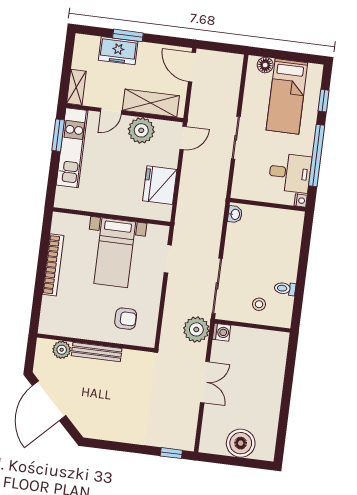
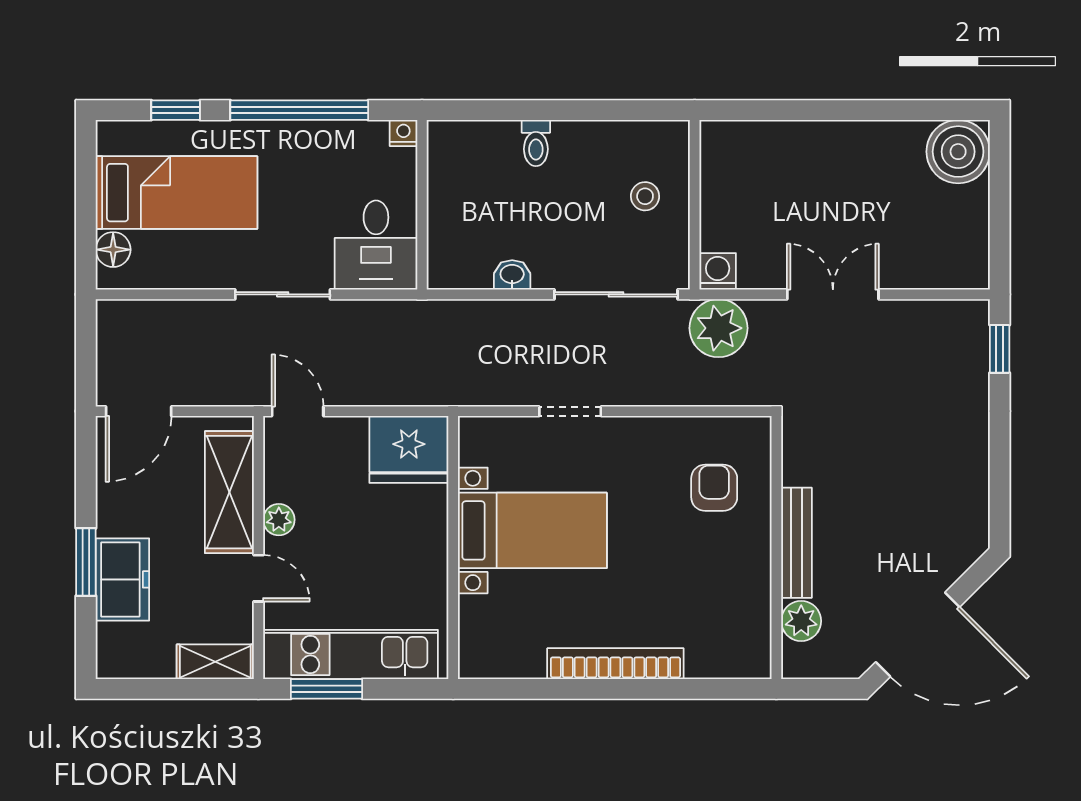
plant: (141, 130) -> (279, 520), width x0.53, depth x0.53
desk: (290, 173) -> (376, 245), moved, turned 180
washbasin: (235, 214) -> (512, 275), moved
wall: (112, 217) -> (453, 547), moved
bed with nightstands: (115, 253) -> (532, 530), moved
toilet: (285, 289) -> (536, 143), moved
boiler: (241, 443) -> (958, 152), moved

